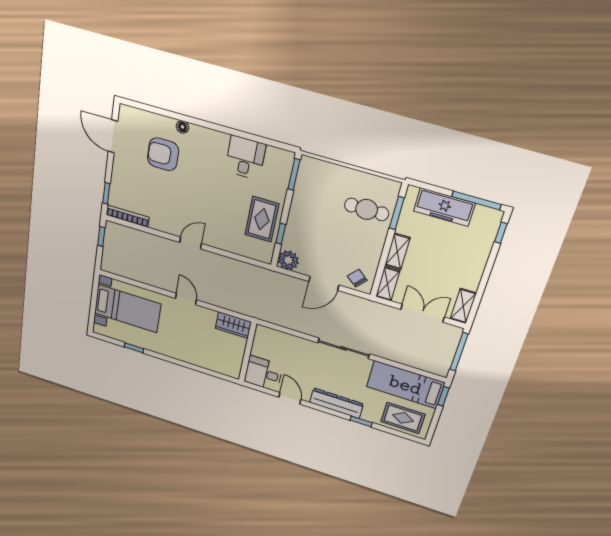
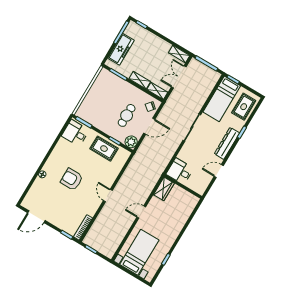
armchair: (163, 154) -> (72, 179), moved, turned 90
desk: (245, 158) -> (75, 133), moved
cafe table: (367, 209) -> (127, 115), moved
door: (324, 283) -> (149, 126), hinge flipped
desk: (263, 373) -> (180, 171), moved, turned 90

